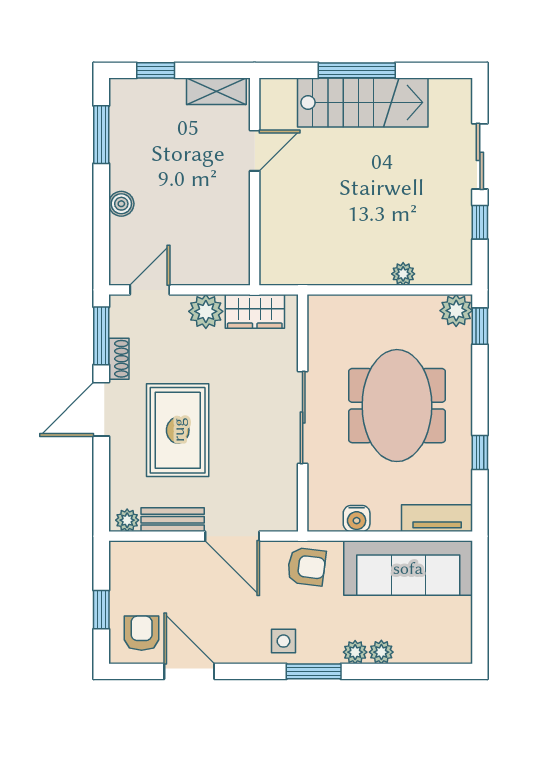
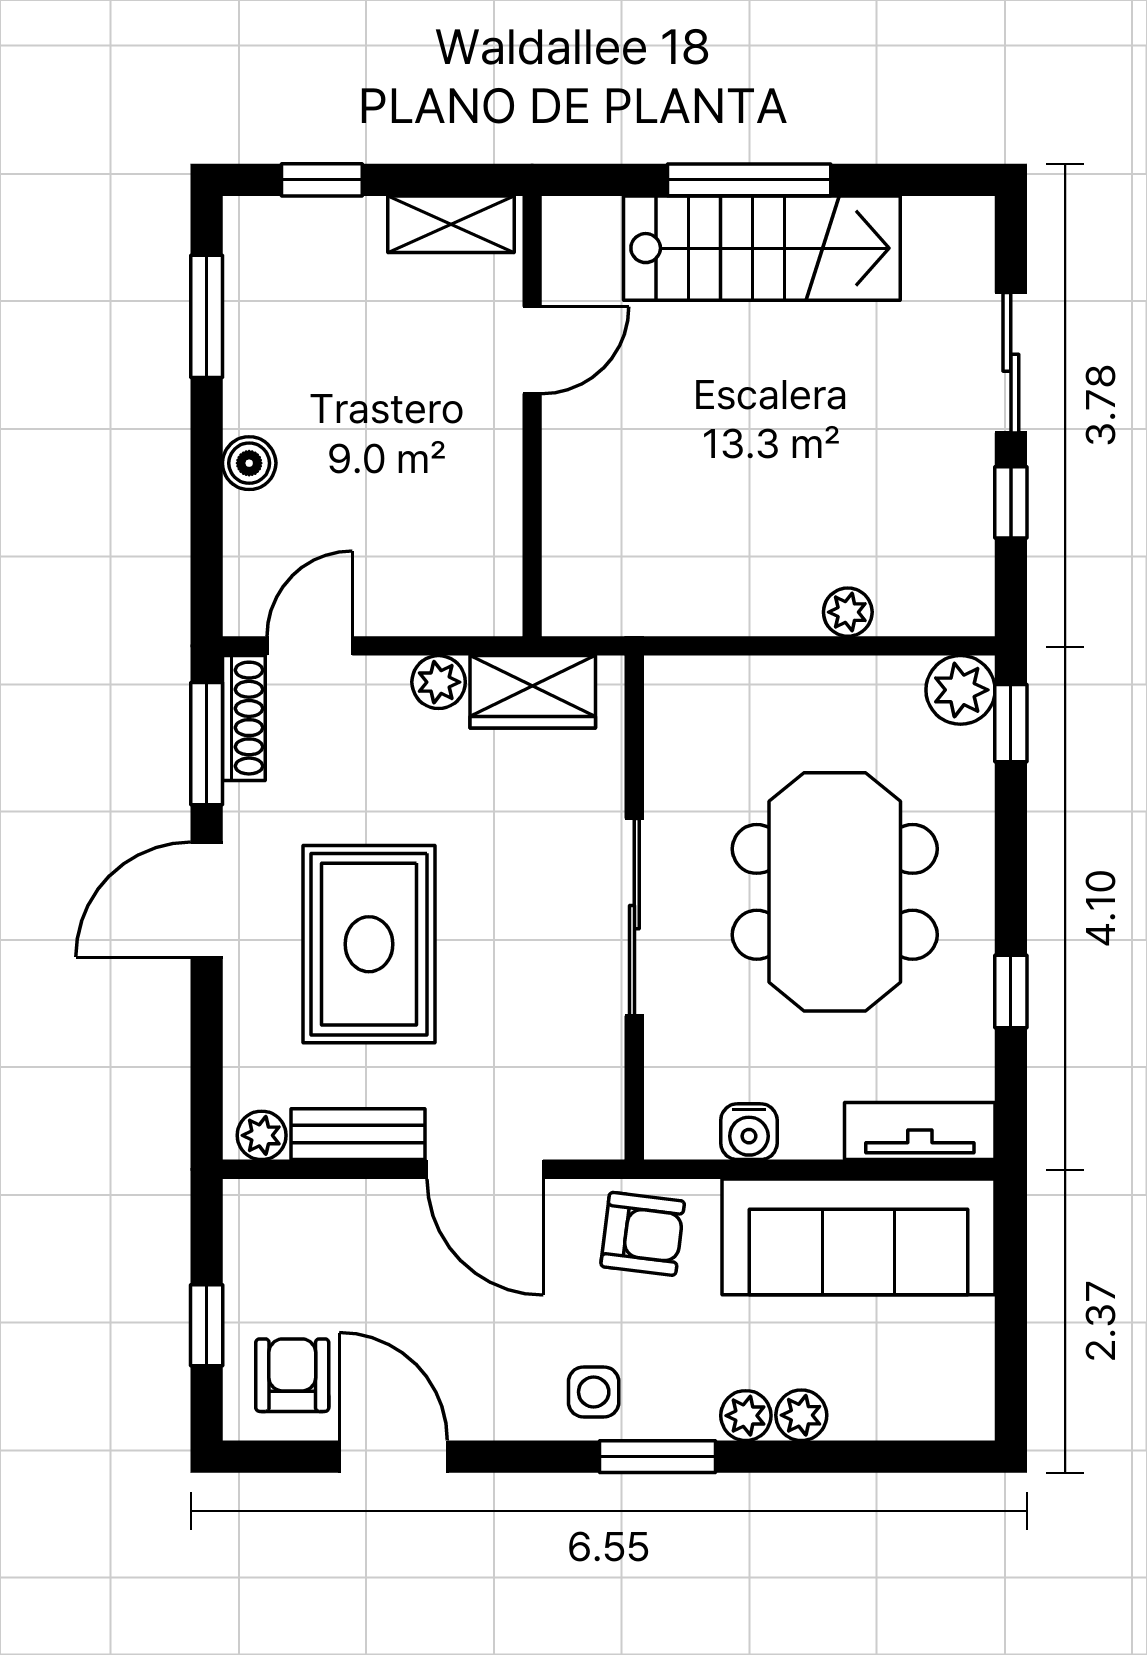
plant: (206, 311) -> (439, 682), width x0.73, depth x0.73
shoe rack: (119, 359) -> (244, 718), moved, width x1.43

